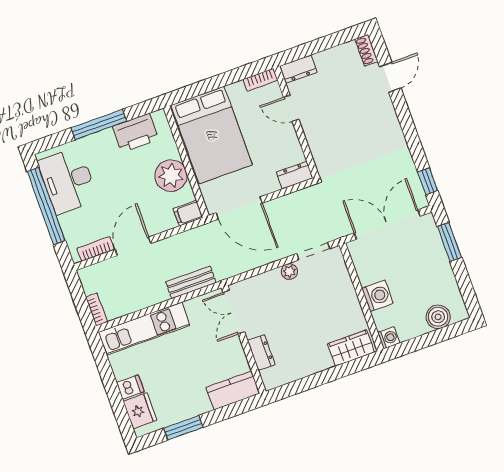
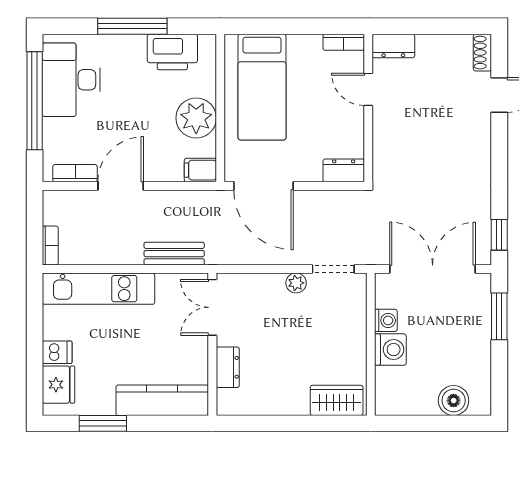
bed: (212, 135) -> (262, 87), width x0.67
washing machine: (389, 338) -> (386, 320), moved
kitchen counter: (233, 390) -> (162, 400), width x1.50

